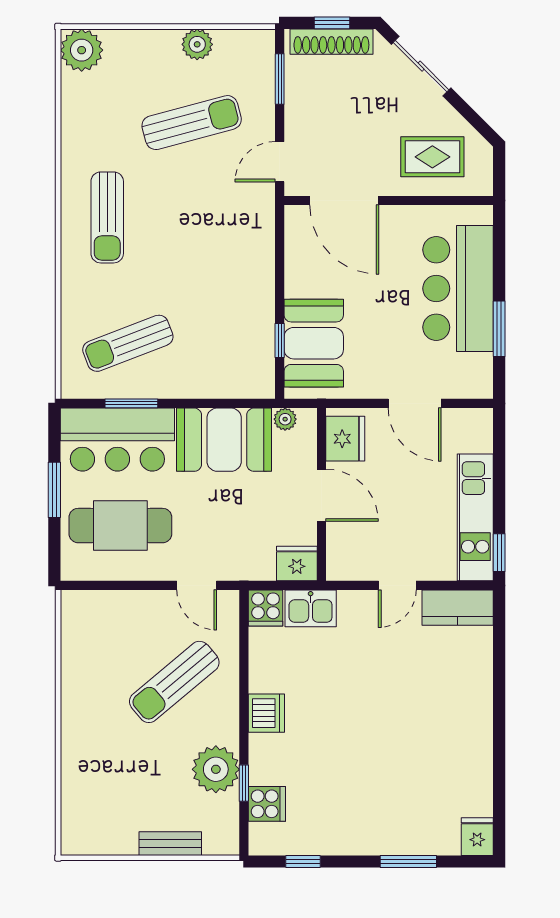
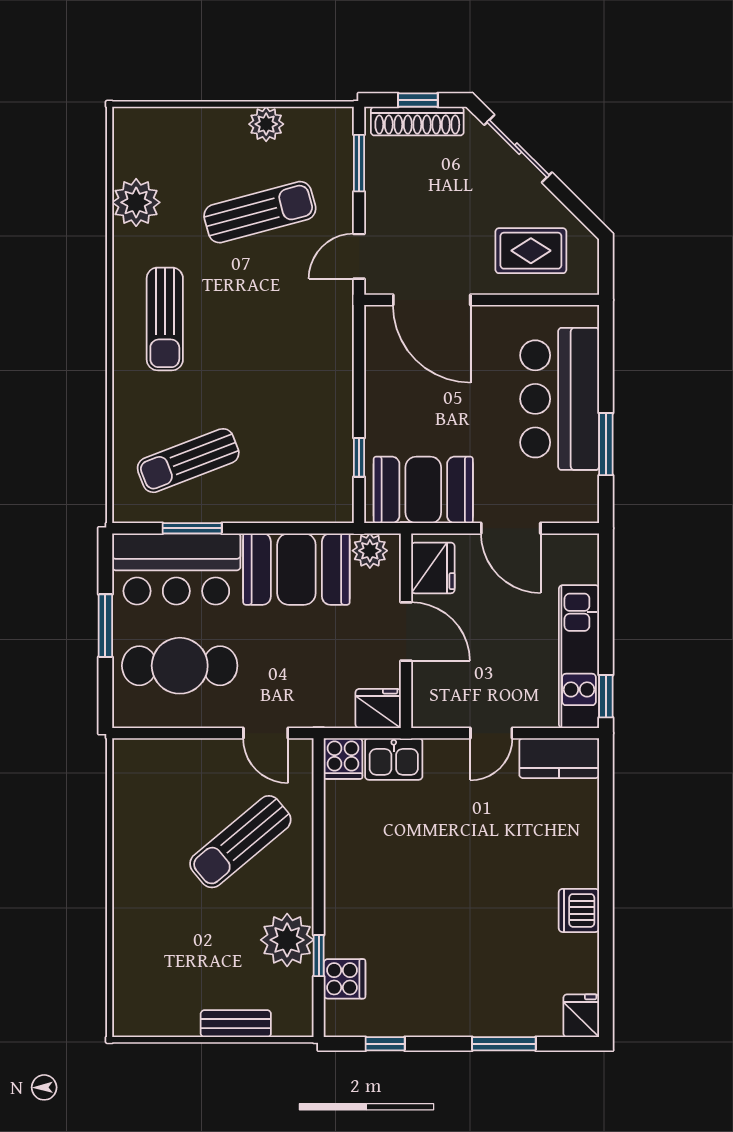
plant: (82, 50) -> (136, 202), moved
booth: (314, 343) -> (423, 490), moved, turned 90
plant: (285, 419) -> (370, 551), width x1.38, depth x1.38
dishwasher: (266, 713) -> (579, 910), moved, turned 180

